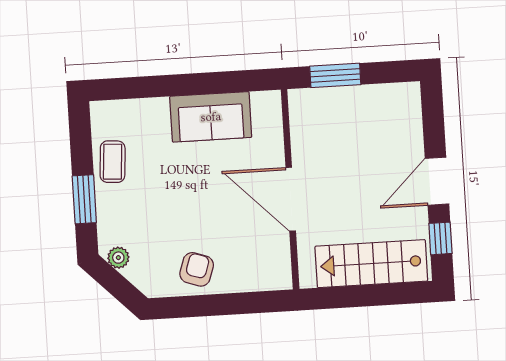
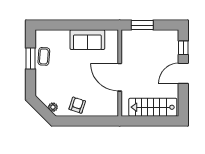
window: (84, 199) -> (31, 59), moved
window: (440, 238) -> (183, 48), moved
plant: (118, 258) -> (53, 107), moved

